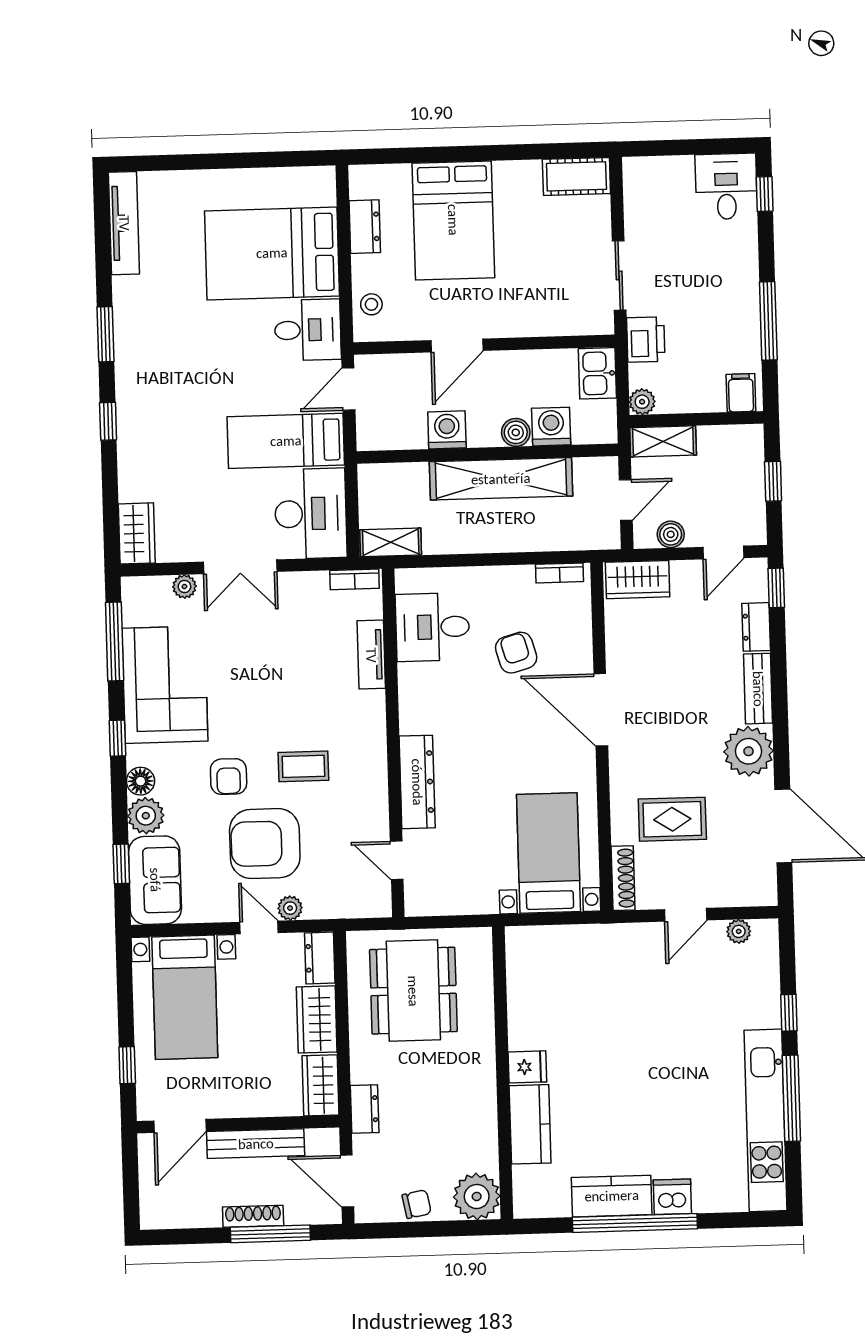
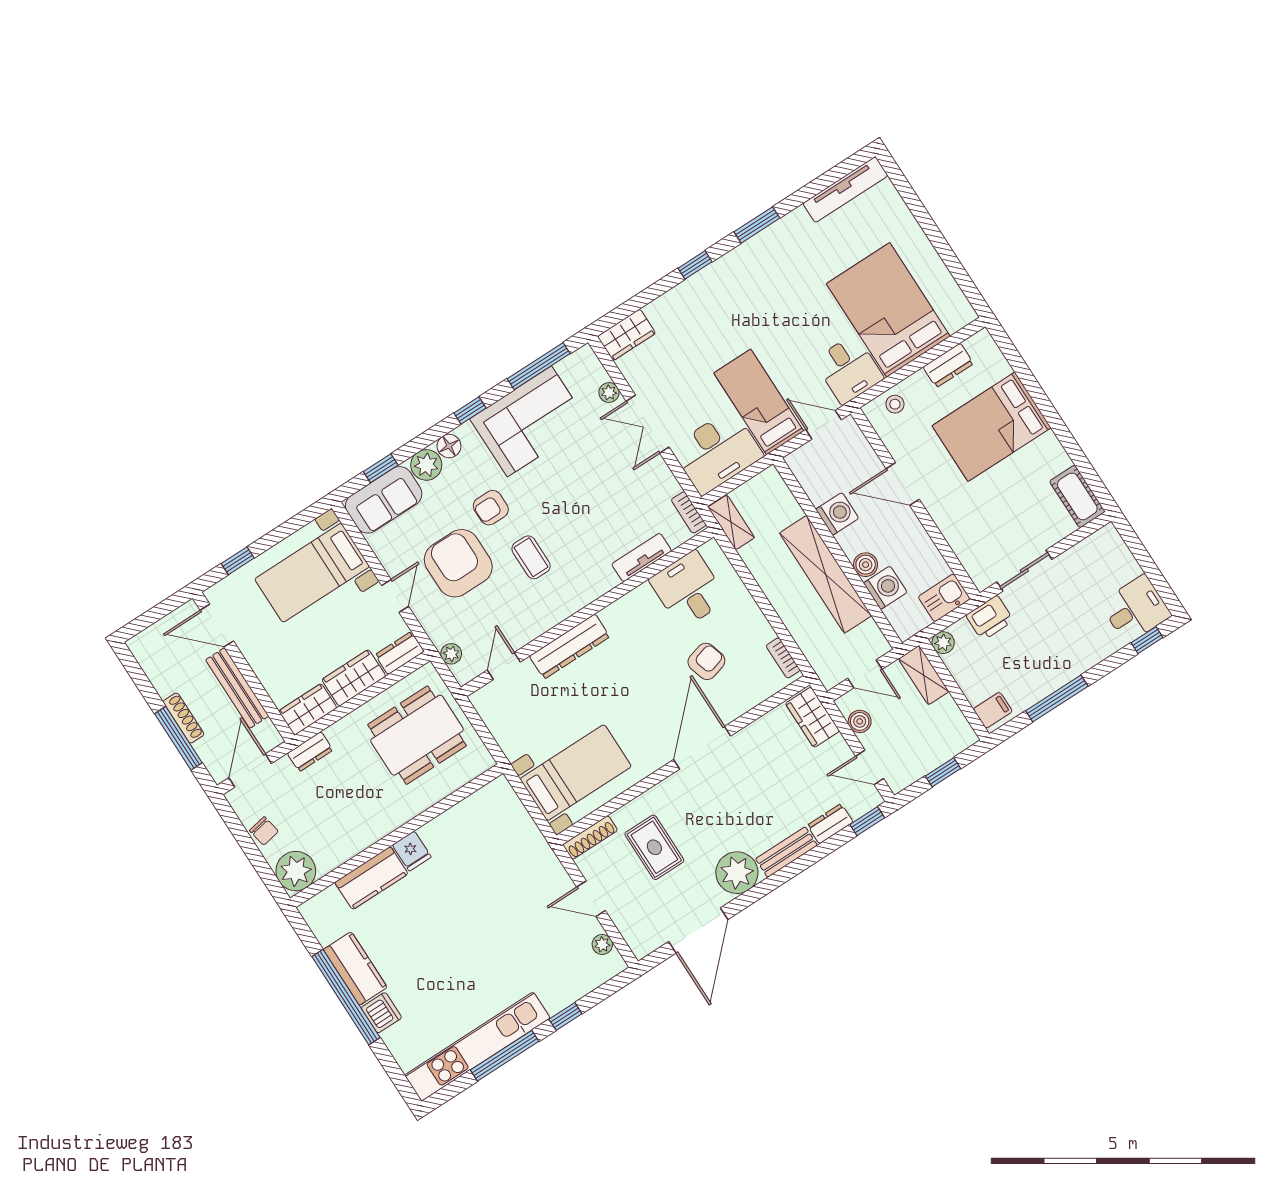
plant: (290, 908) -> (451, 654), moved

